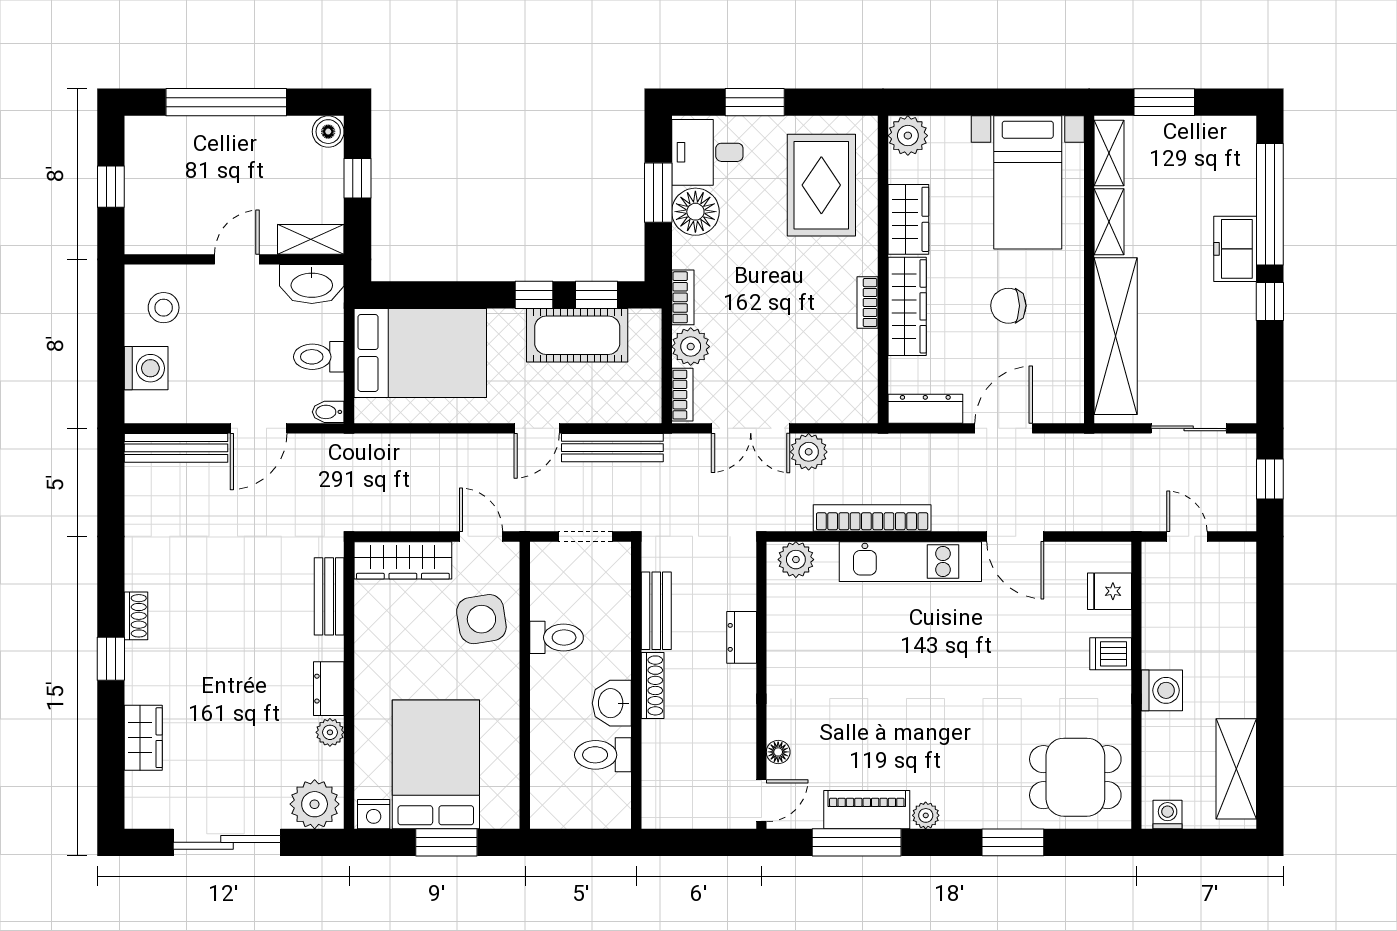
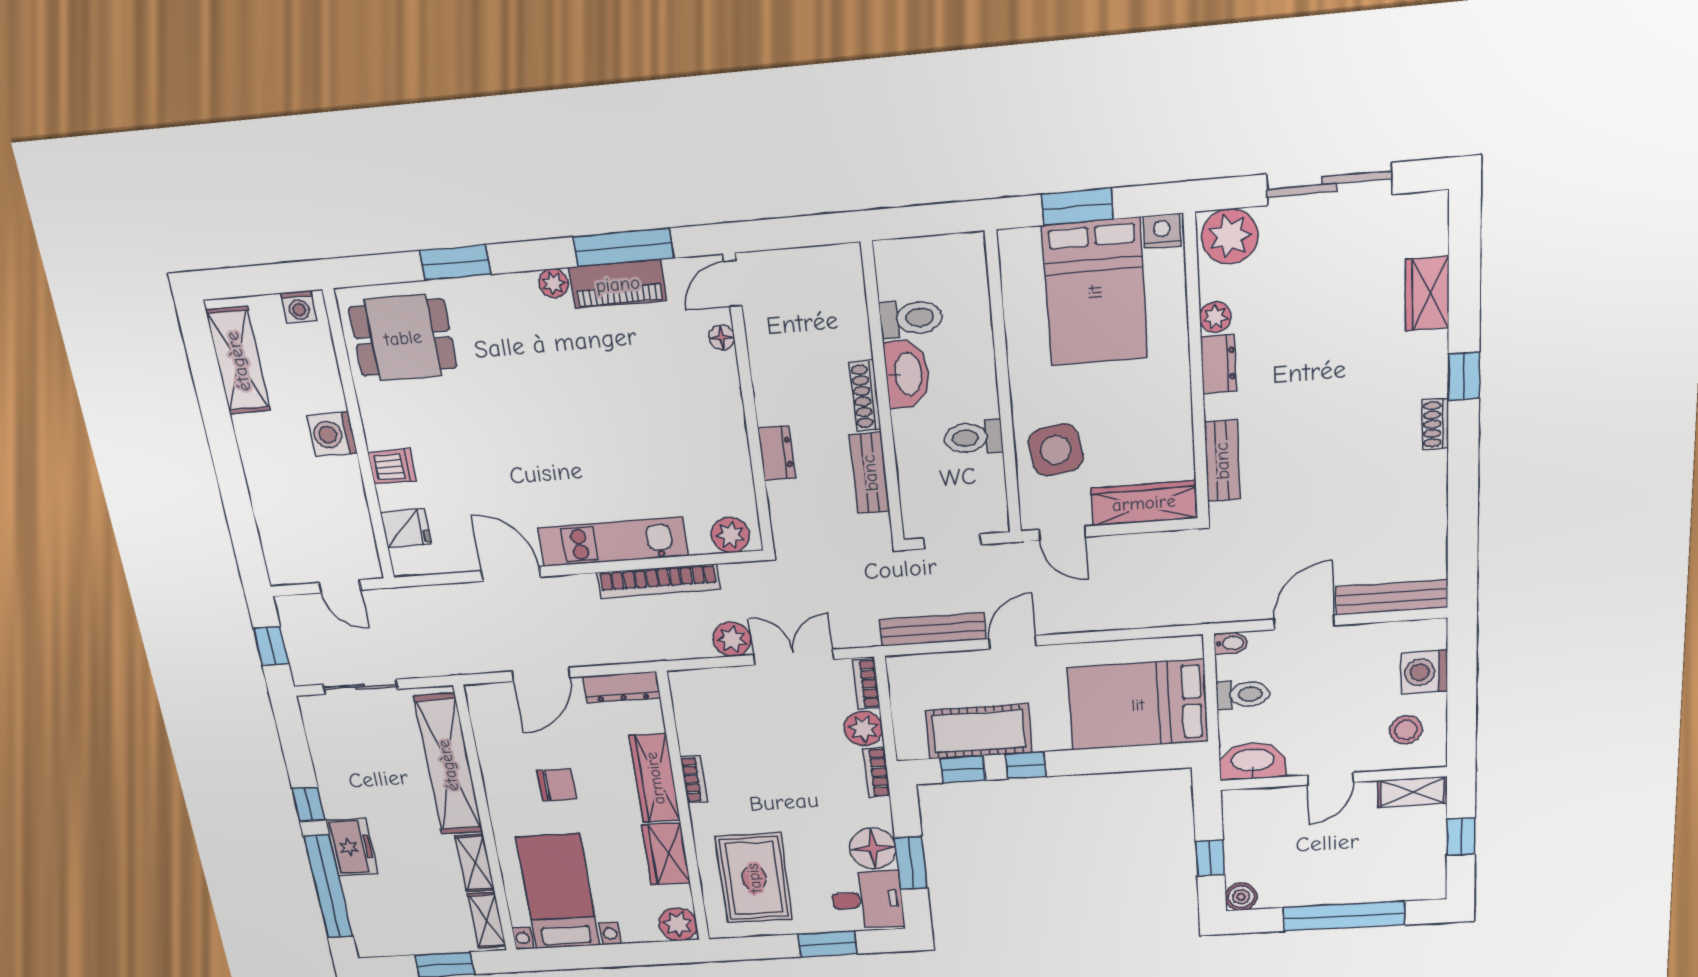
shelving: (311, 239) -> (1413, 792), moved
washbasin: (612, 703) -> (907, 374), width x1.38

